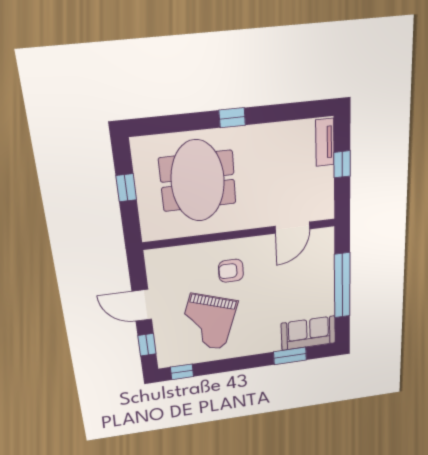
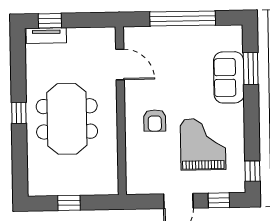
window: (342, 164) -> (50, 21), moved
meeting table: (198, 181) -> (67, 119), moved, turned 90
grand piano: (208, 322) -> (203, 144), turned -109
sofa: (308, 333) -> (229, 77), moved

